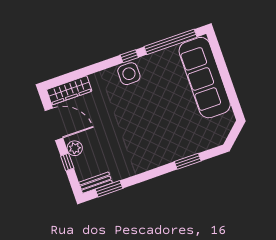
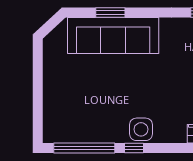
sofa: (205, 78) -> (113, 36), moved, turned 90

